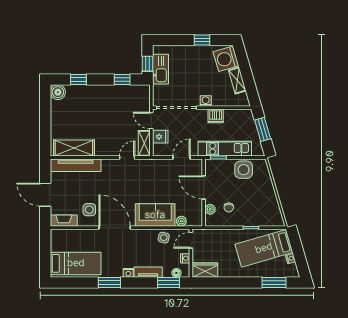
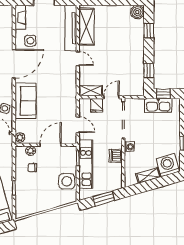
door: (127, 157) -> (78, 59), moved
plant: (181, 221) -> (20, 137), moved

